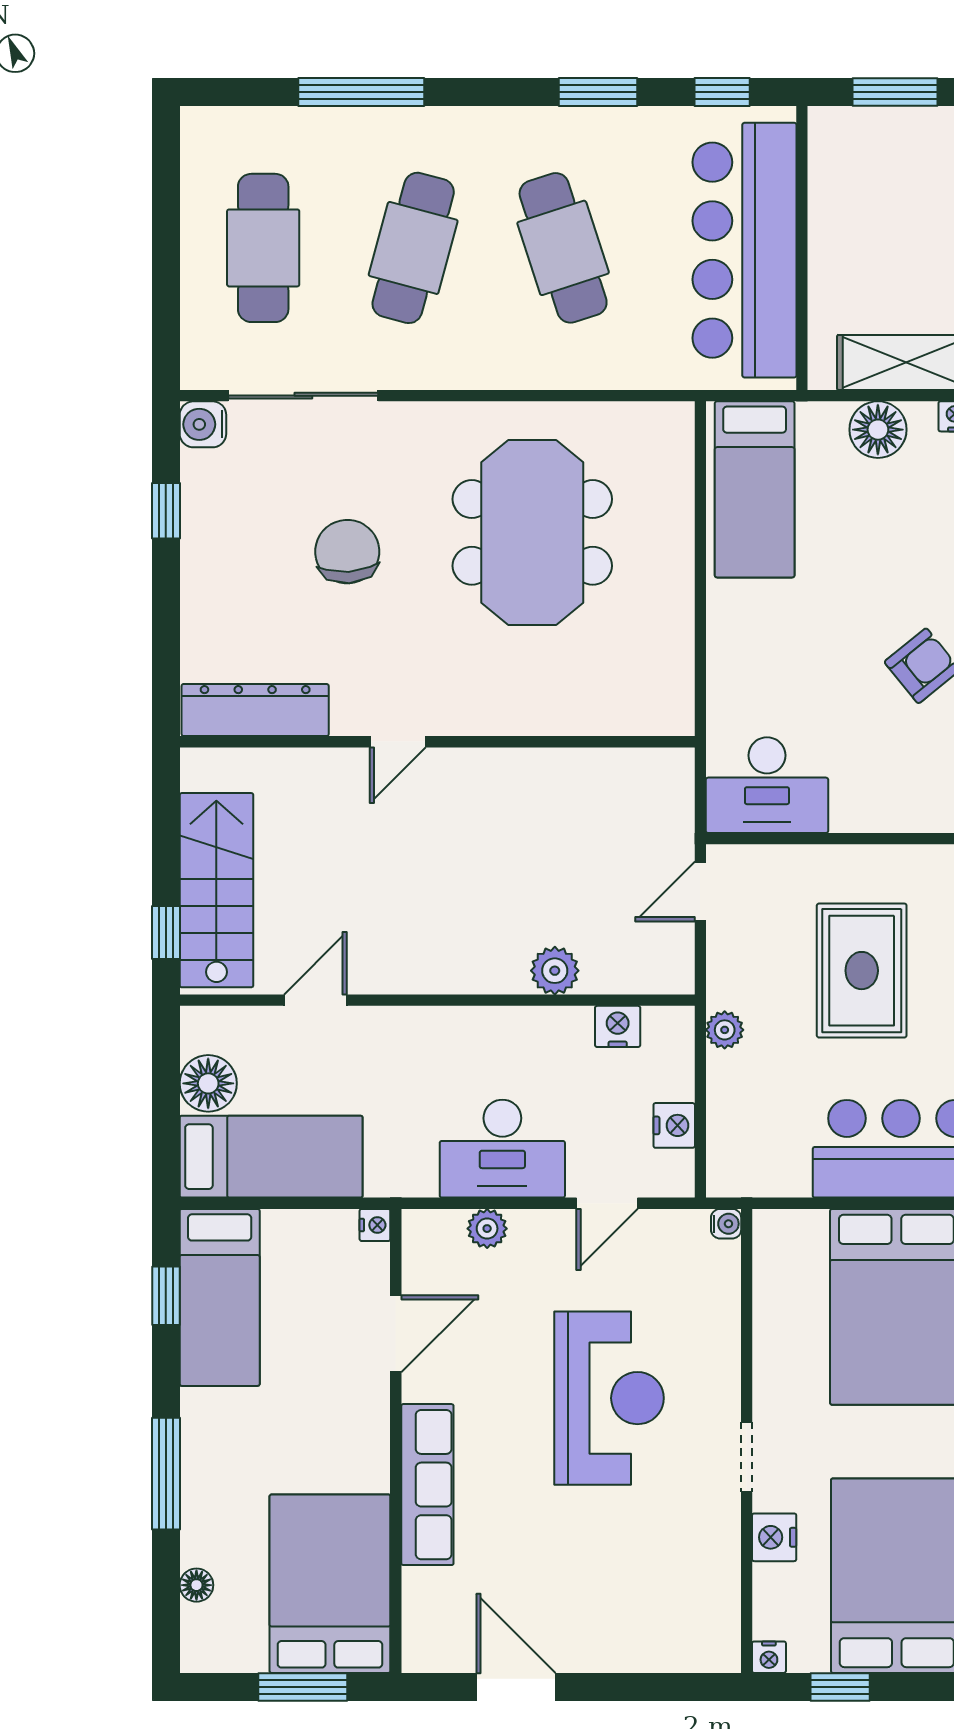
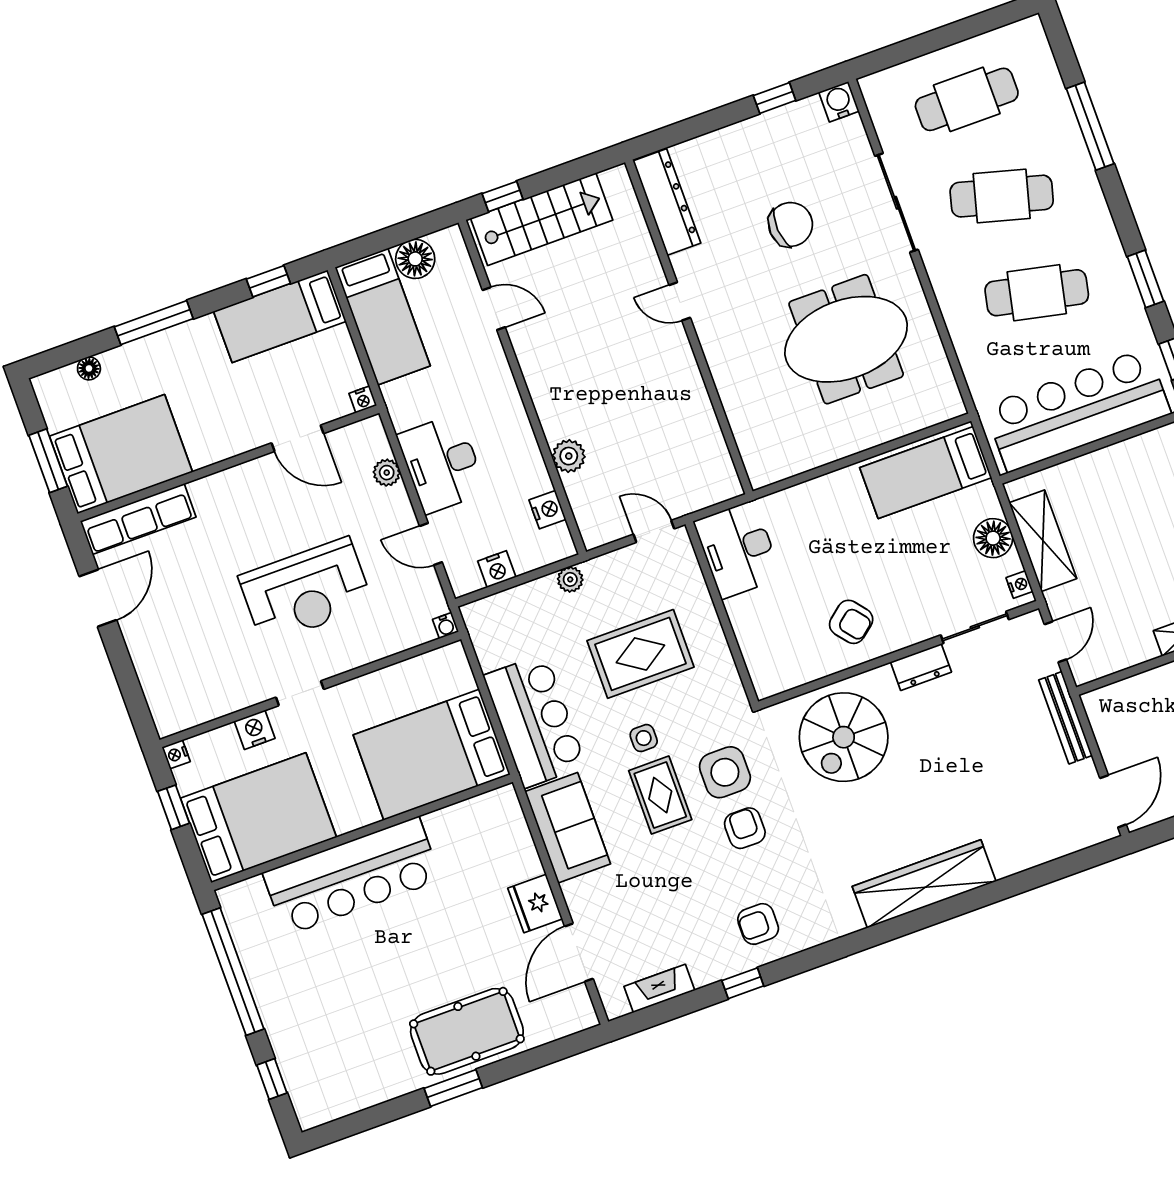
cafe table: (563, 248) -> (1037, 293), turned 30
sliding door: (303, 396) -> (896, 203), moved
row of seats: (427, 1485) -> (138, 519), moved

